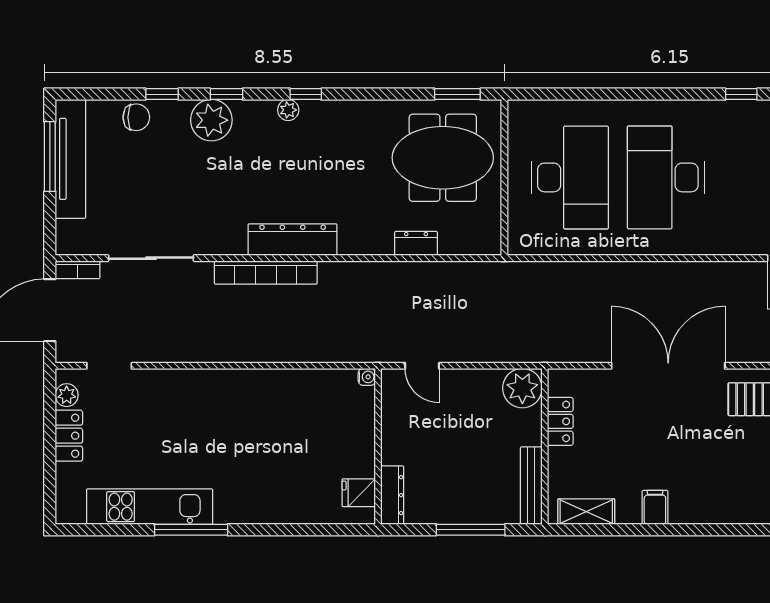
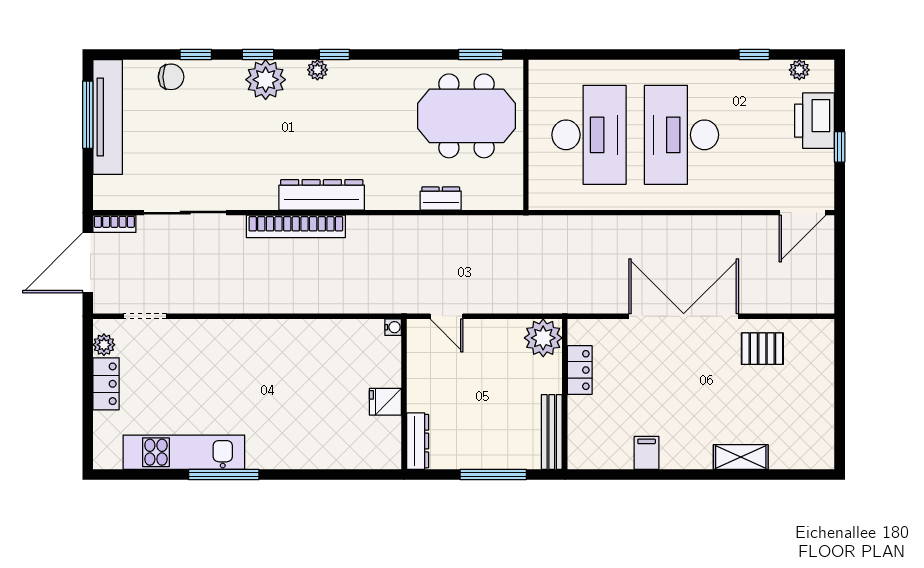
plant: (211, 120) -> (266, 80), moved
fridge: (359, 493) -> (385, 402), moved
filing cabinet: (655, 507) -> (647, 453), moved
shelving: (586, 512) -> (741, 457), moved

